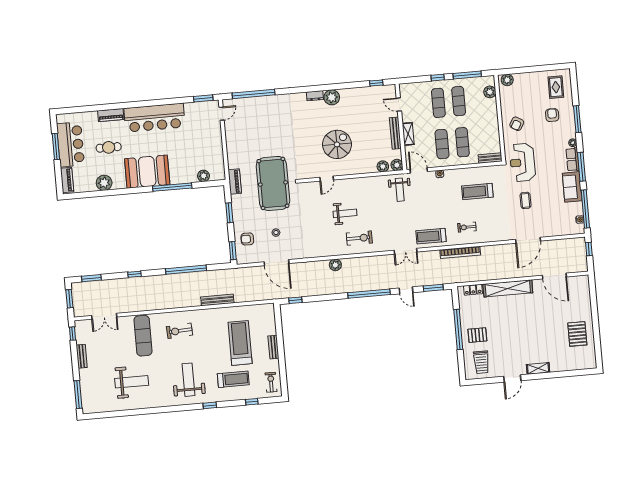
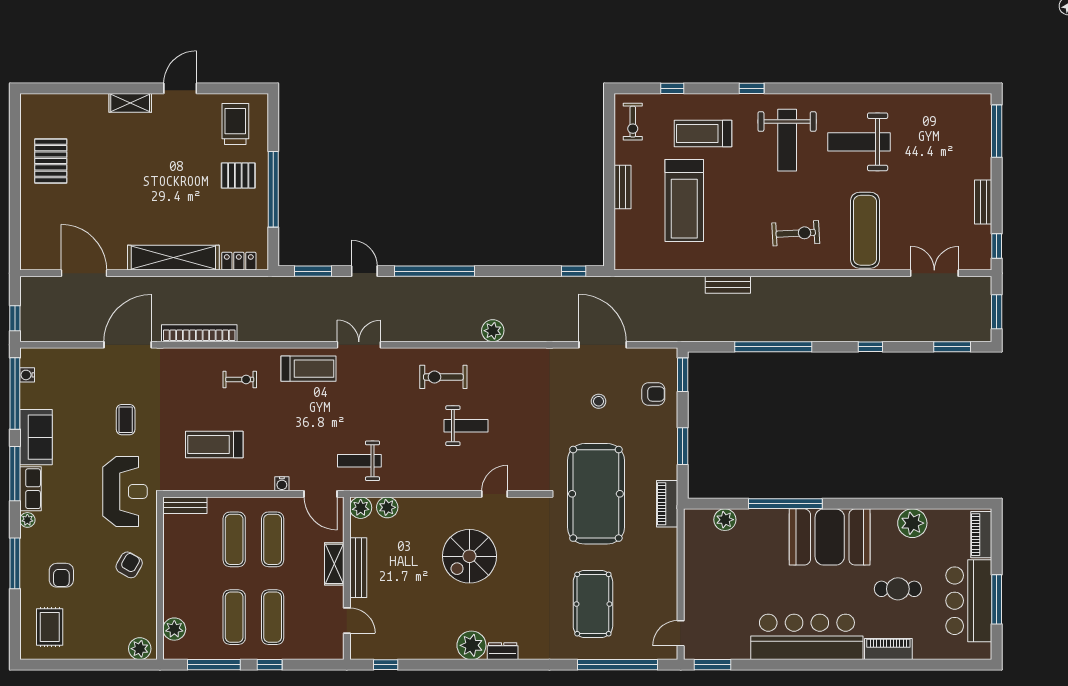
pool table: (269, 125) -> (593, 604), added
weight bench: (400, 190) -> (359, 461), turned -90
treadmill: (477, 191) -> (214, 445), turned 180
weight bench: (345, 213) -> (466, 426), turned 180
bookcase: (460, 252) -> (199, 333), moved
bench: (217, 300) -> (728, 285), width x0.73
weight bench: (132, 382) -> (859, 142), moved

